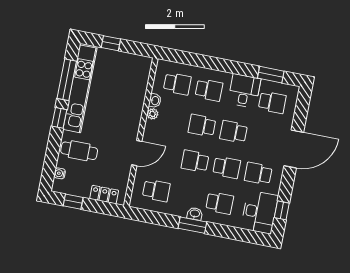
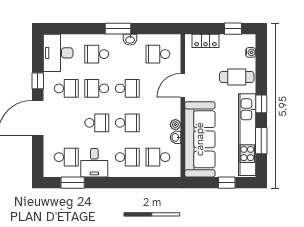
window: (67, 80) -> (261, 141), width x0.69
school desk: (209, 90) -> (127, 157), turned 180
sofa: (130, 94) -> (200, 139), added
school desk: (272, 102) -> (66, 157), turned 180
window: (282, 210) -> (38, 81), moved
washbasin: (195, 214) -> (130, 40), moved

